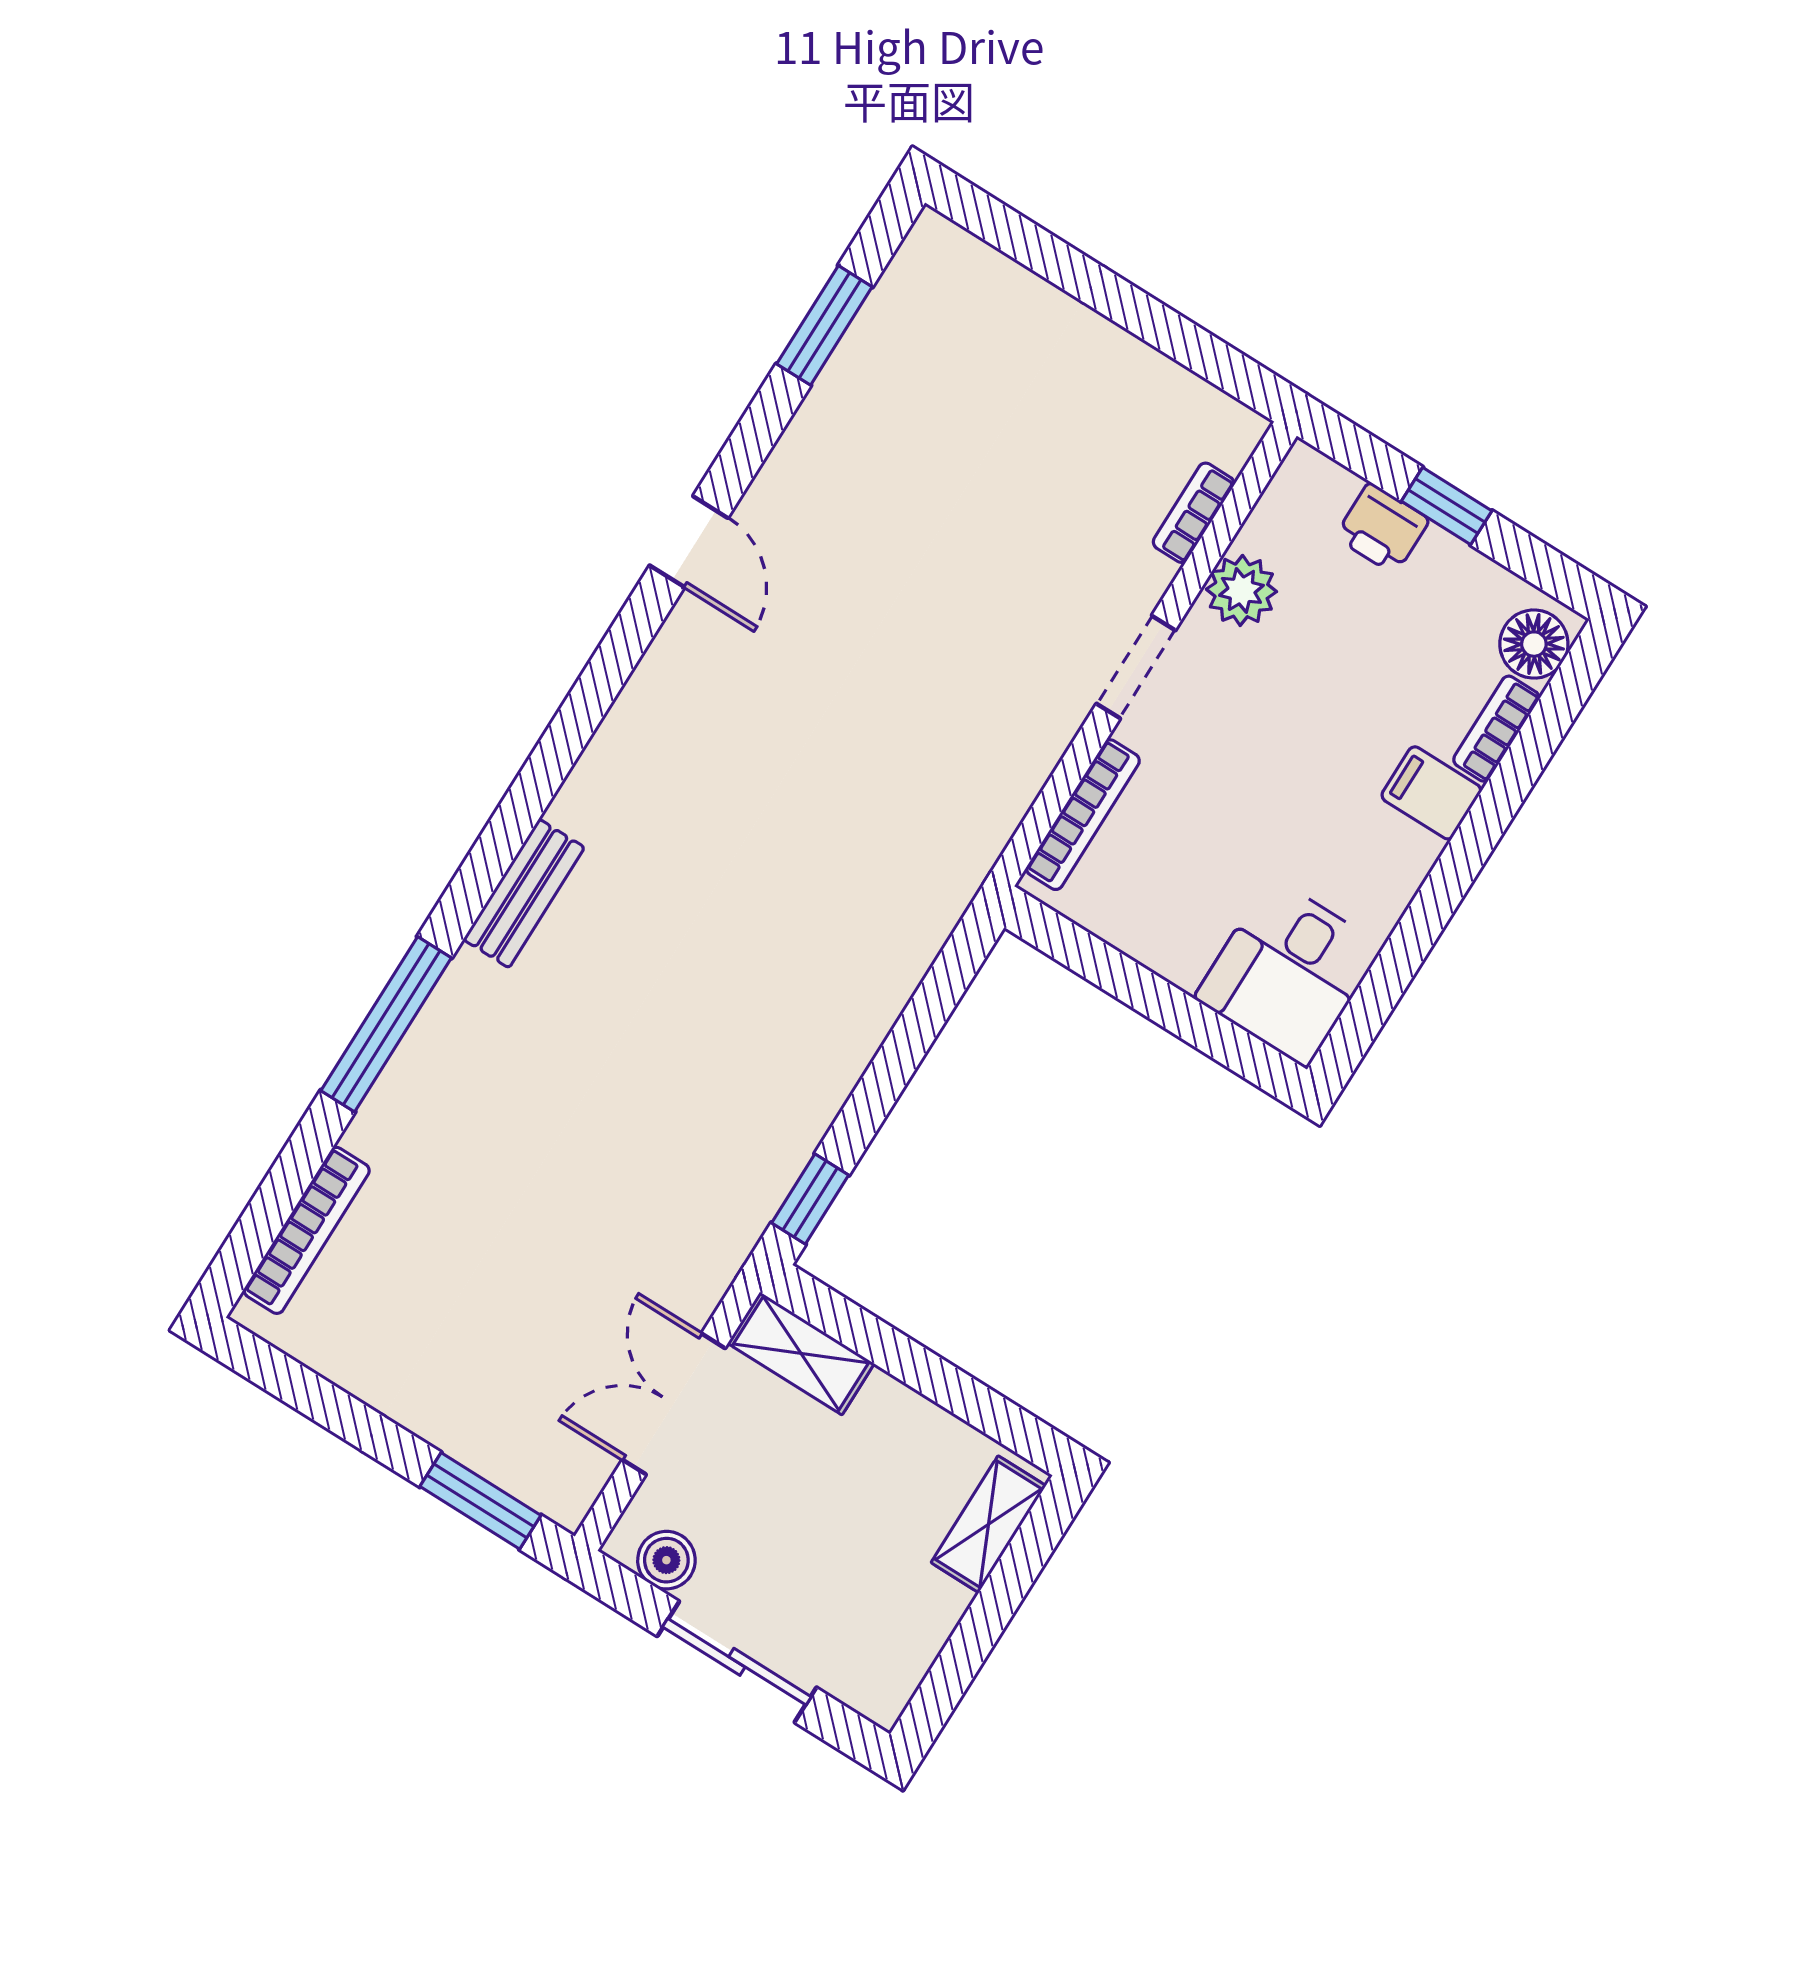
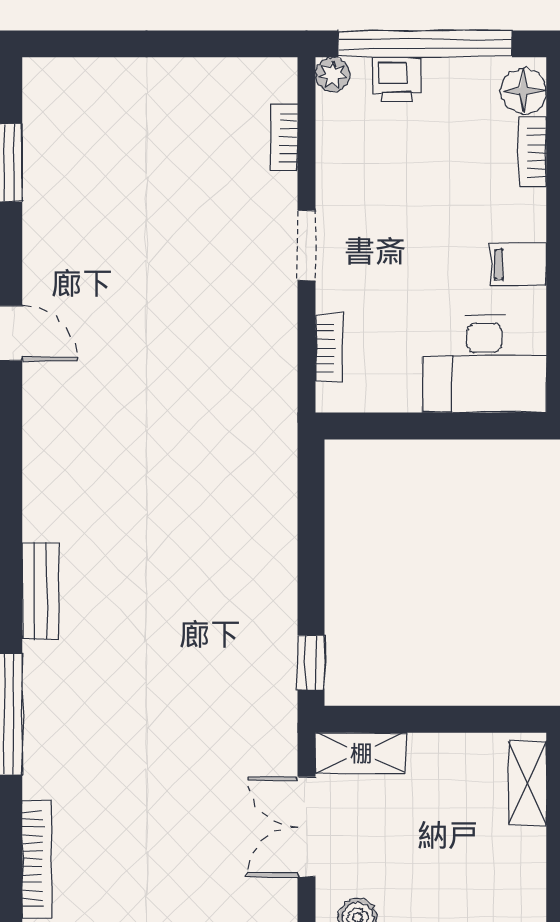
window: (1447, 506) -> (425, 44), width x3.17
plant: (1241, 590) -> (333, 74), moved, width x0.73, depth x0.73
filing cabinet: (1431, 793) -> (518, 264), moved
bookcase: (1083, 815) -> (329, 348), width x0.64
desk: (1289, 972) -> (484, 364), width x1.37

